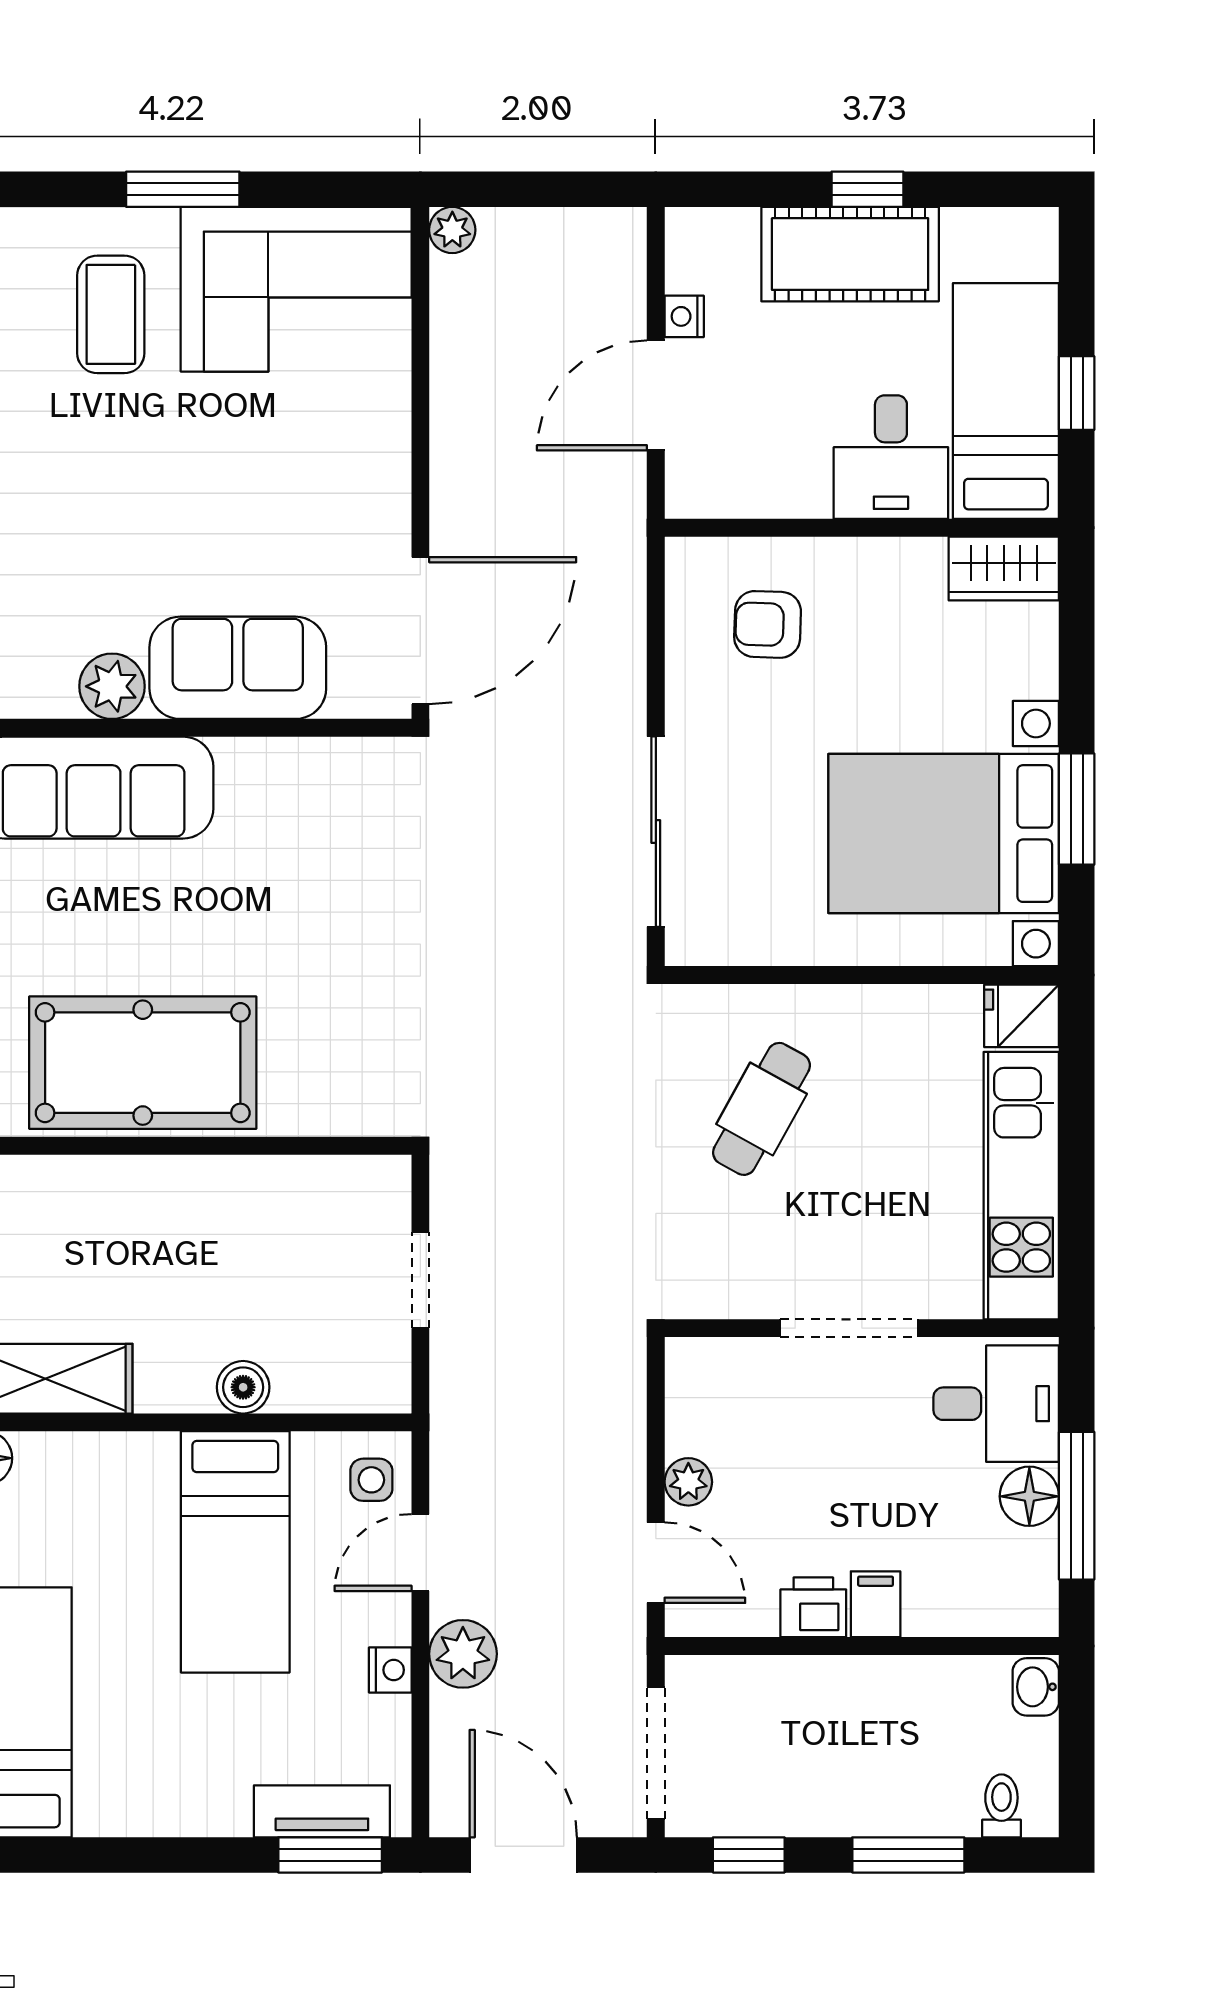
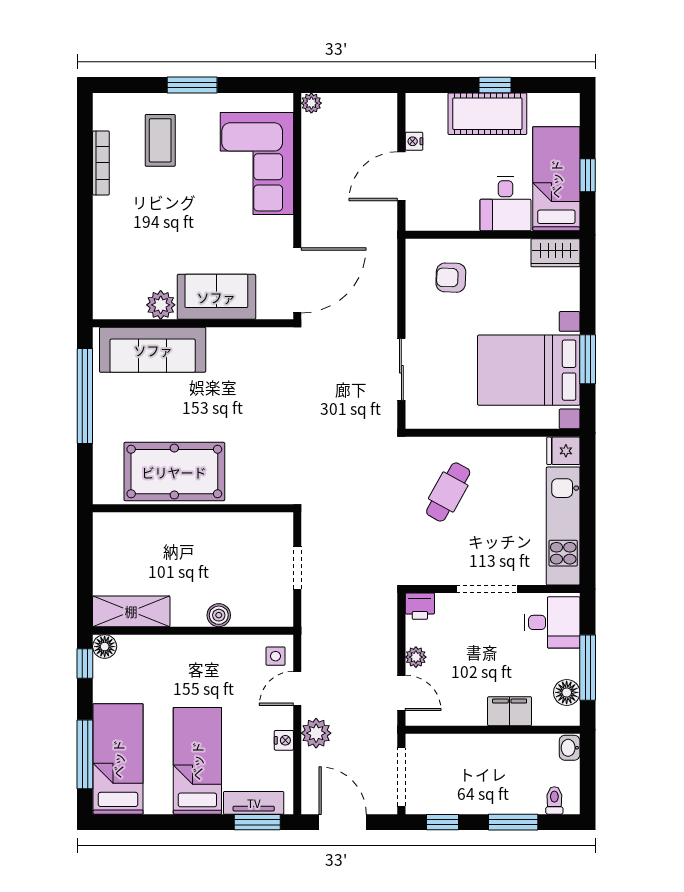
corner sofa: (296, 289) -> (257, 163), moved, turned 90
sliding door: (656, 832) -> (401, 369), width x0.73
floor lamp: (1029, 1496) -> (567, 692), moved
bed: (235, 1552) -> (197, 761), moved, turned 180
filing cabinet: (876, 1604) -> (510, 711), width x2.00
printer: (813, 1607) -> (420, 606), moved, turned 180

